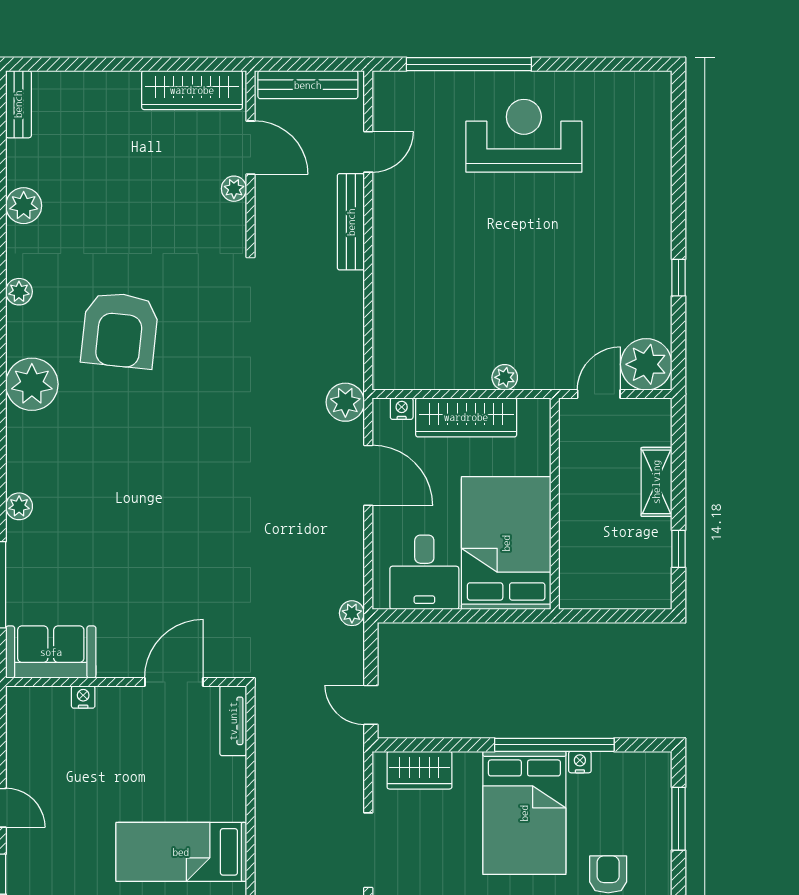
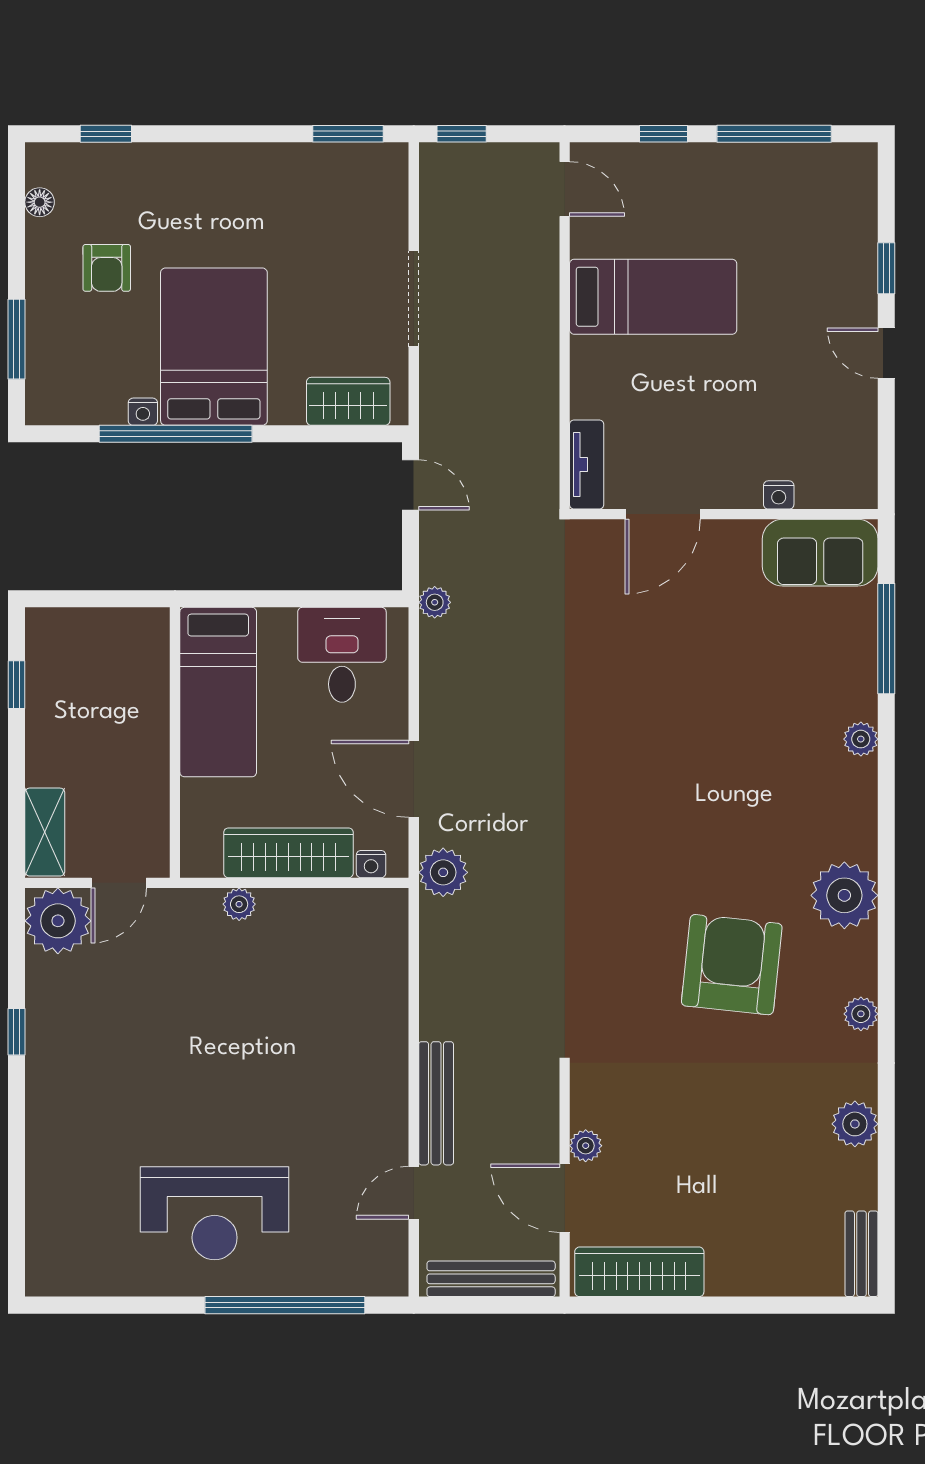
shelving: (656, 482) -> (45, 832), moved
bed: (506, 543) -> (218, 692), width x0.67

